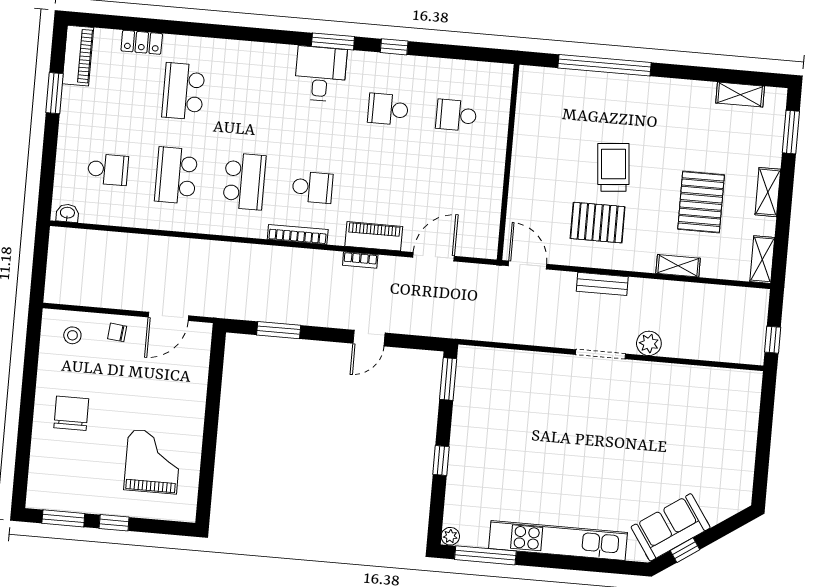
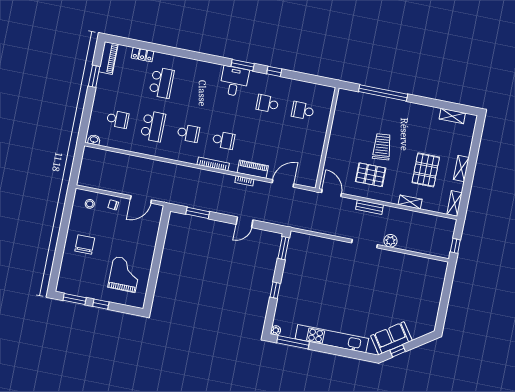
school desk: (183, 91) -> (162, 83), turned 180
window: (791, 132) -> (477, 138), removed
school desk: (176, 175) -> (153, 126), turned 180
school desk: (244, 181) -> (188, 133), width x0.54

